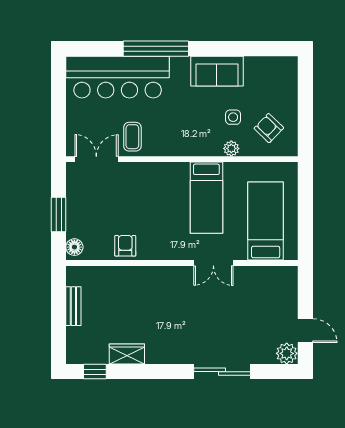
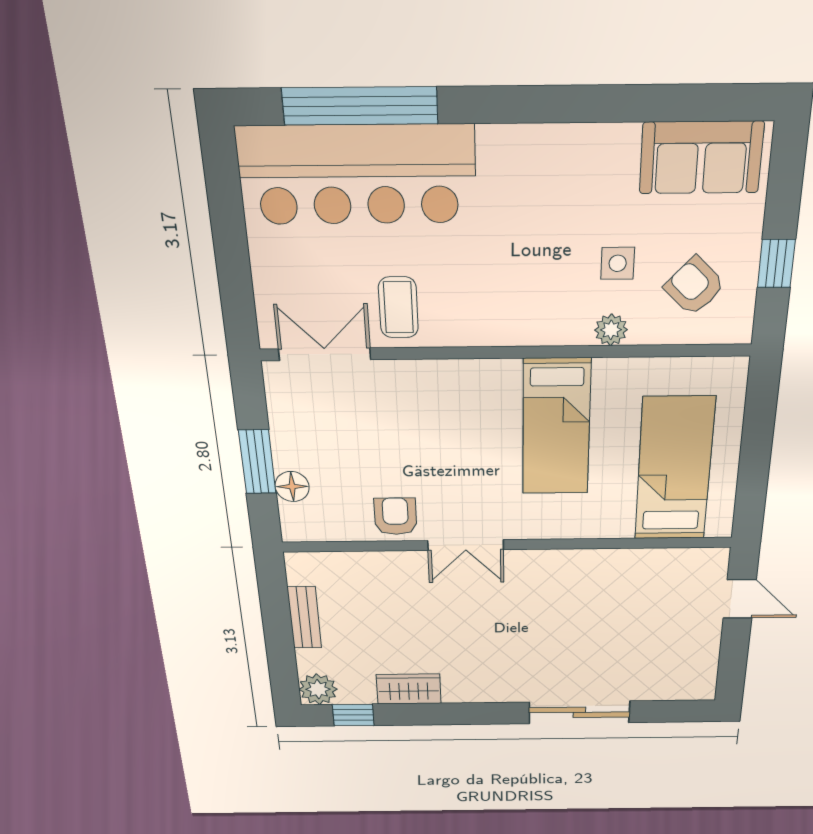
window: (156, 49) -> (360, 106), moved
sofa: (217, 71) -> (701, 158), moved
window: (305, 118) -> (776, 264), added
floor lamp: (74, 247) -> (292, 486), moved
double door: (213, 263) -> (466, 545), moved
door: (305, 331) -> (740, 599), moved
plant: (287, 353) -> (318, 689), moved

